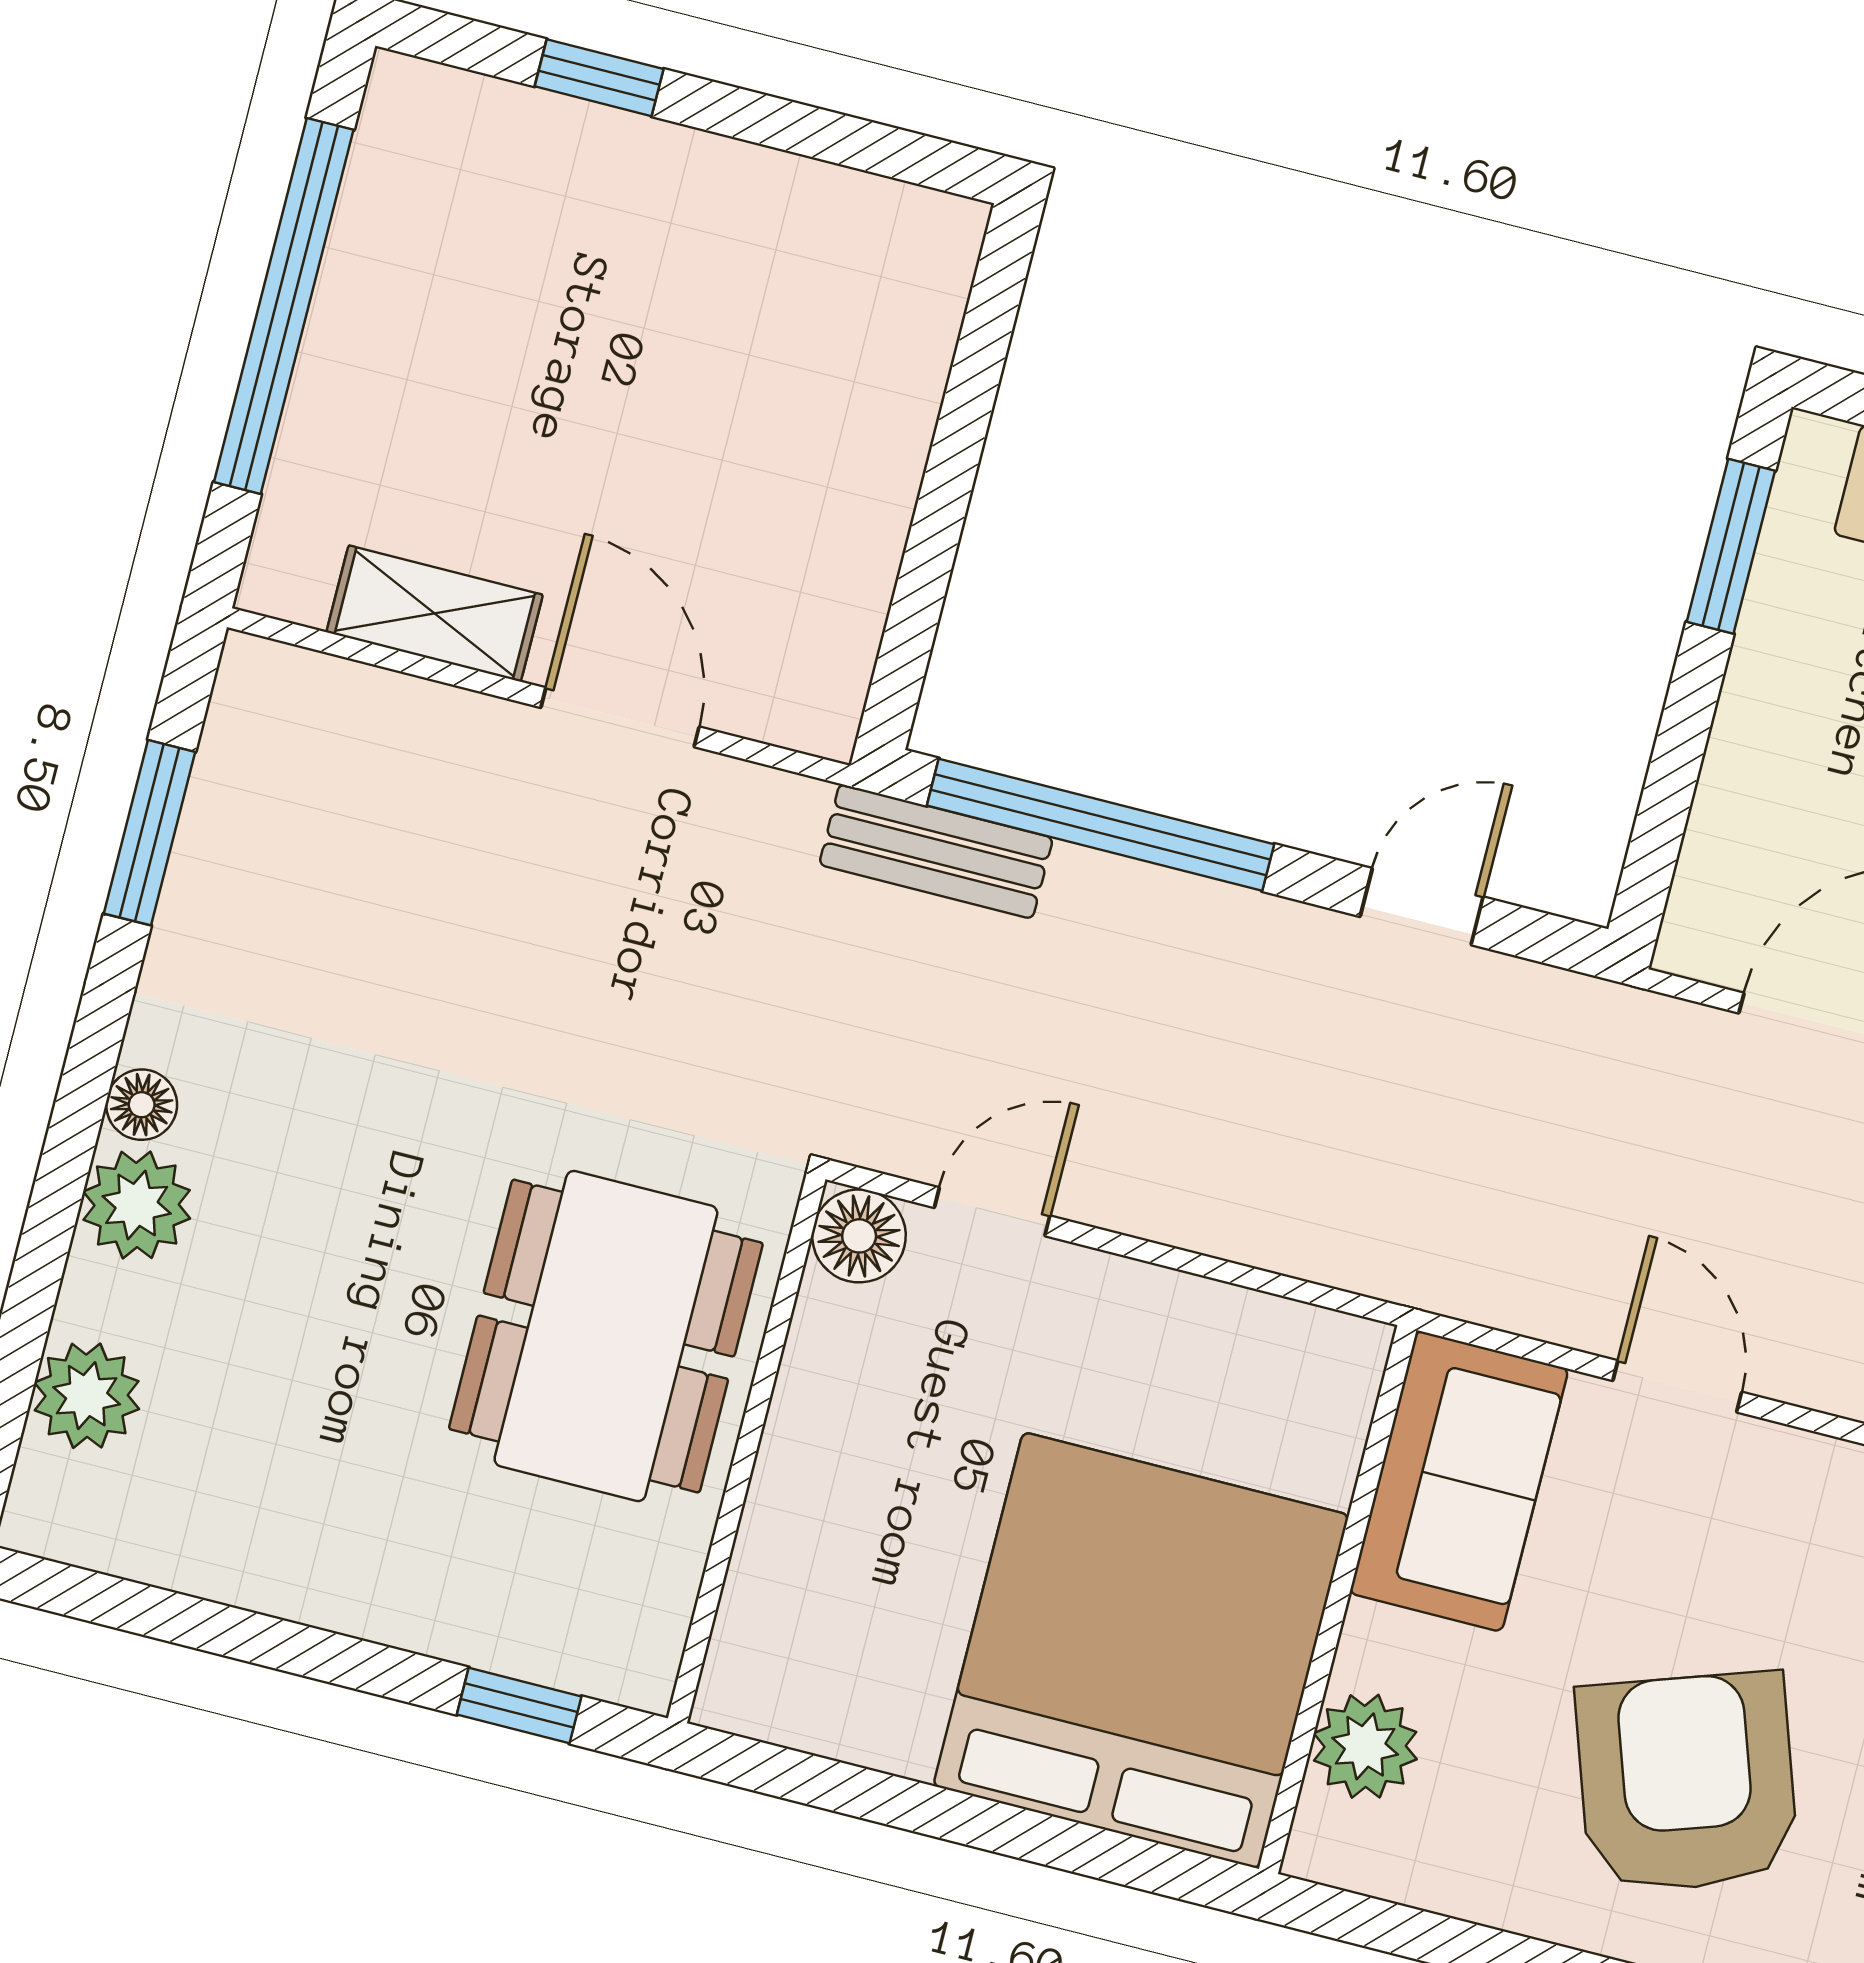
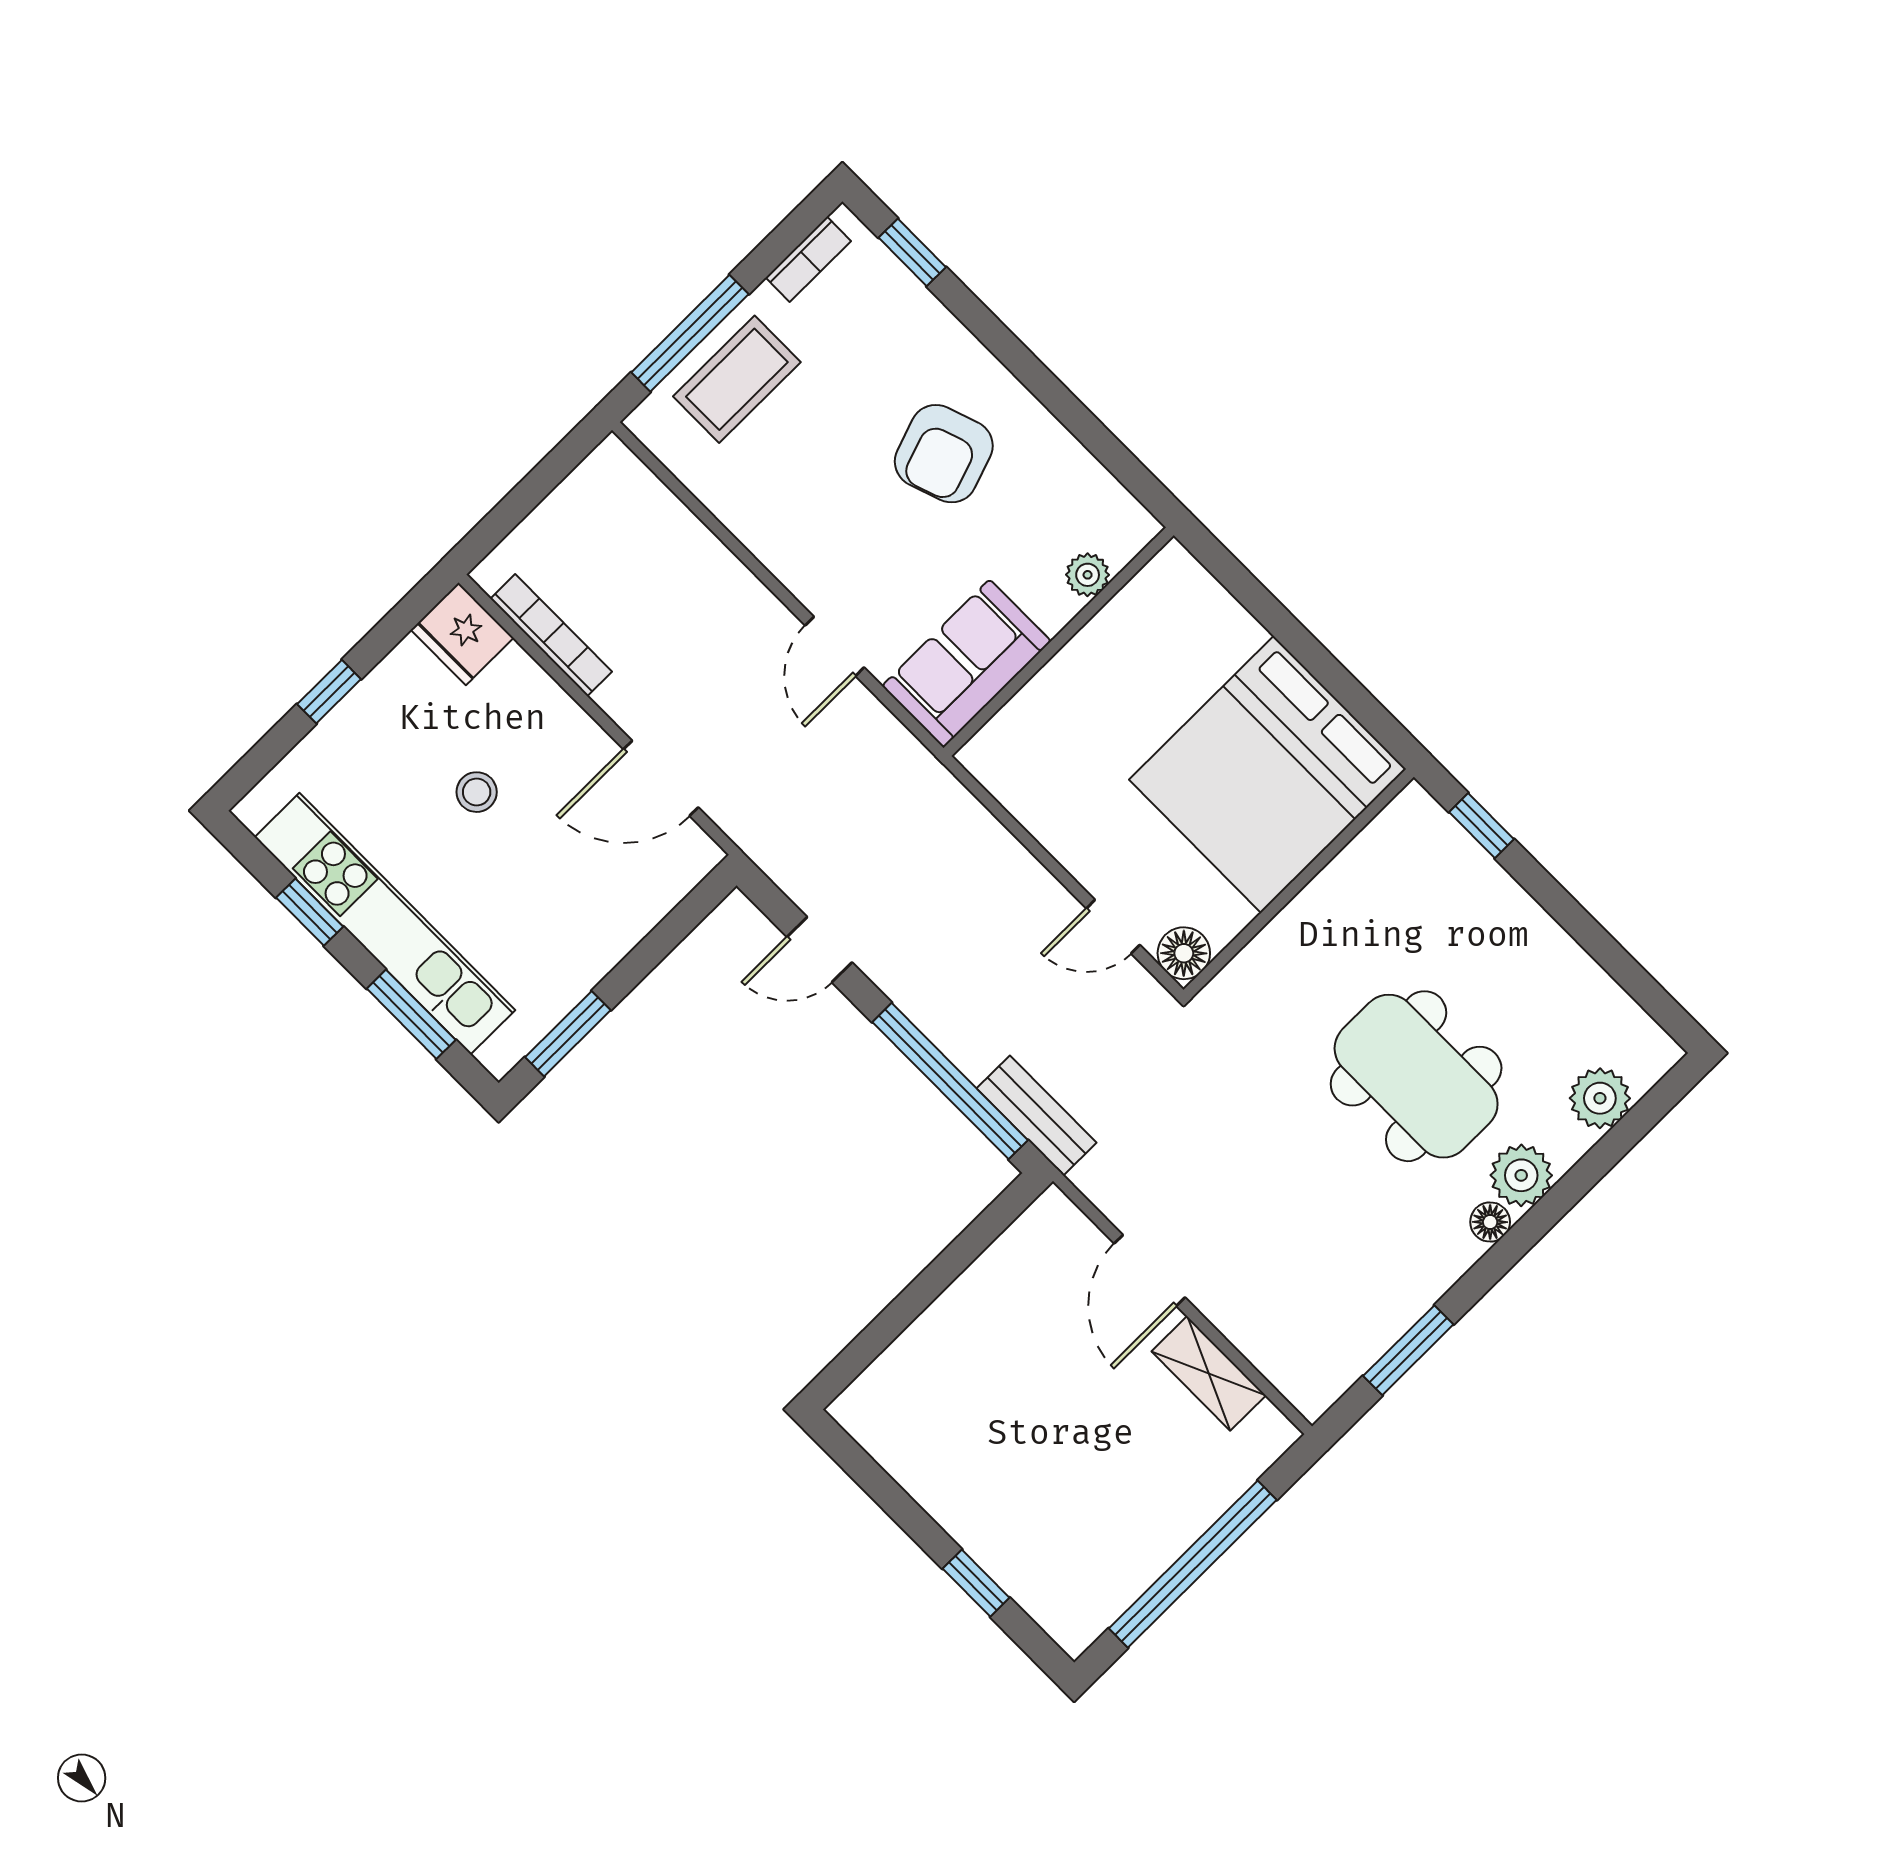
dining table: (606, 1336) -> (1416, 1076), moved, turned 90
bed: (1141, 1650) -> (1268, 774), moved
plant: (1365, 1746) -> (1088, 575), width x0.73, depth x0.73
armchair: (1687, 1783) -> (944, 454), width x0.73, depth x0.73

